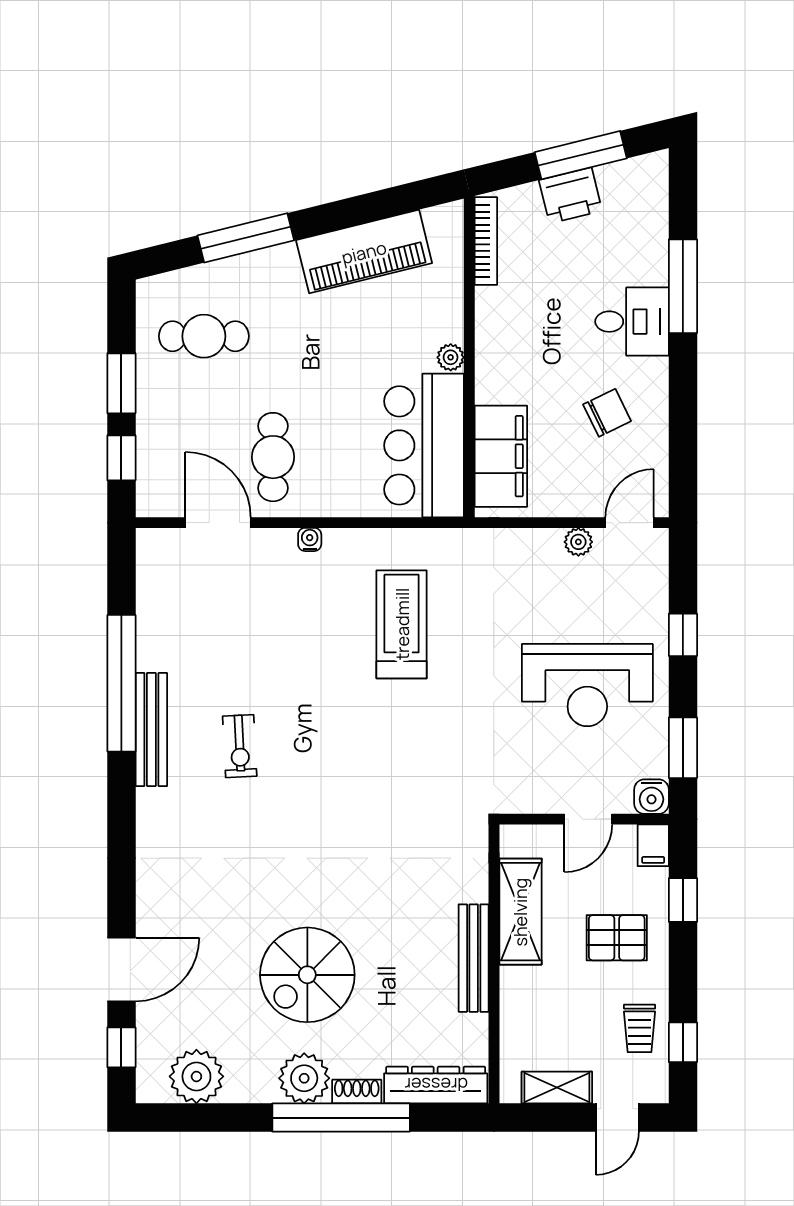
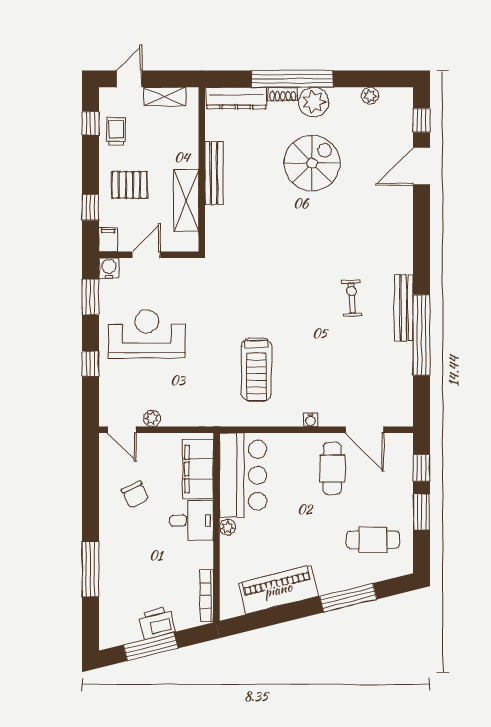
desk: (632, 322) -> (192, 521), moved, turned 180
chair: (607, 413) -> (135, 495), turned -90
door: (630, 523) -> (122, 430), hinge flipped
plant: (196, 1076) -> (370, 96), width x0.53, depth x0.53

